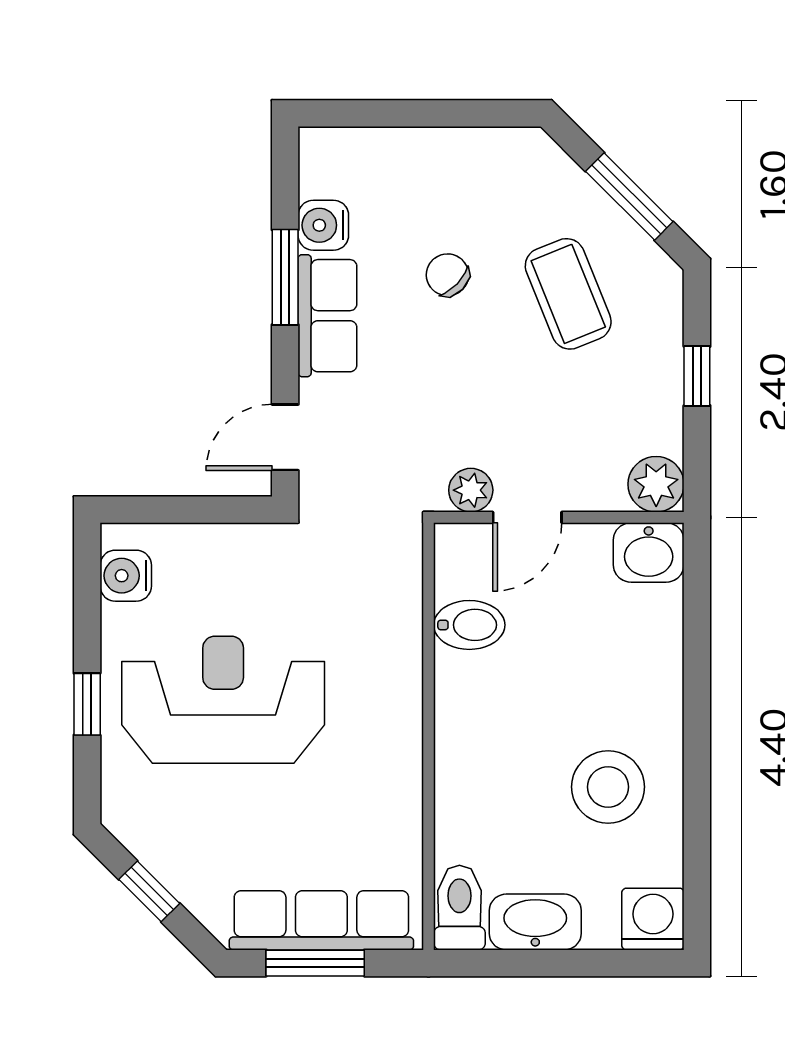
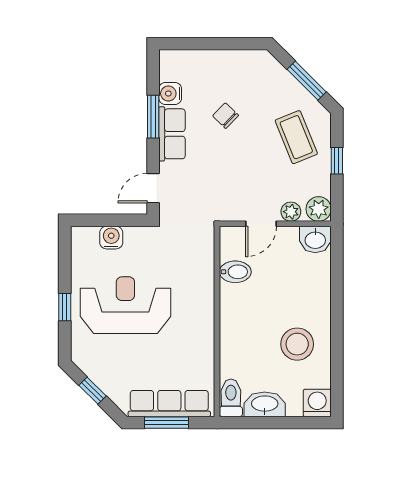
coffee table: (568, 294) -> (296, 137), moved
plant: (471, 490) -> (291, 212), moved
water cooler: (126, 576) -> (111, 238), moved, turned 90

